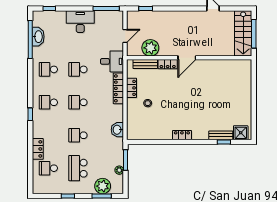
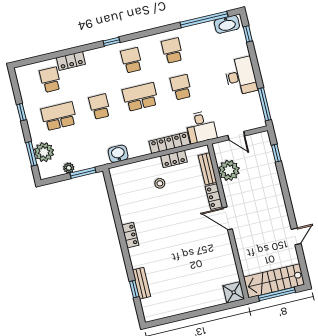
washbasin: (38, 37) -> (227, 24), moved
school desk: (78, 102) -> (140, 97), width x1.85
shower: (241, 133) -> (234, 292), moved

